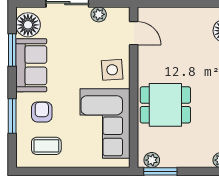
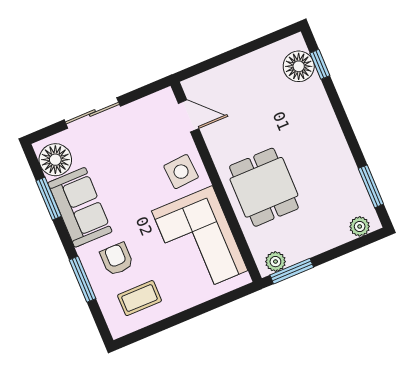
plant: (99, 14) -> (136, 111), removed
dining table: (165, 105) -> (264, 187), turned 90

